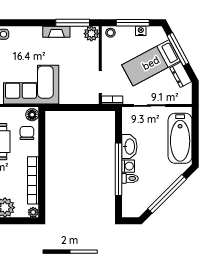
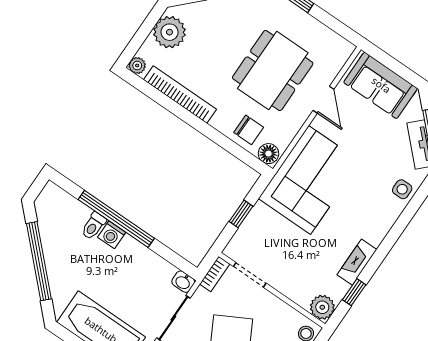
window: (73, 23) -> (354, 292), width x0.46
window: (72, 108) -> (241, 214), added
washbasin: (129, 147) -> (183, 282), moved, width x0.52, depth x0.69

